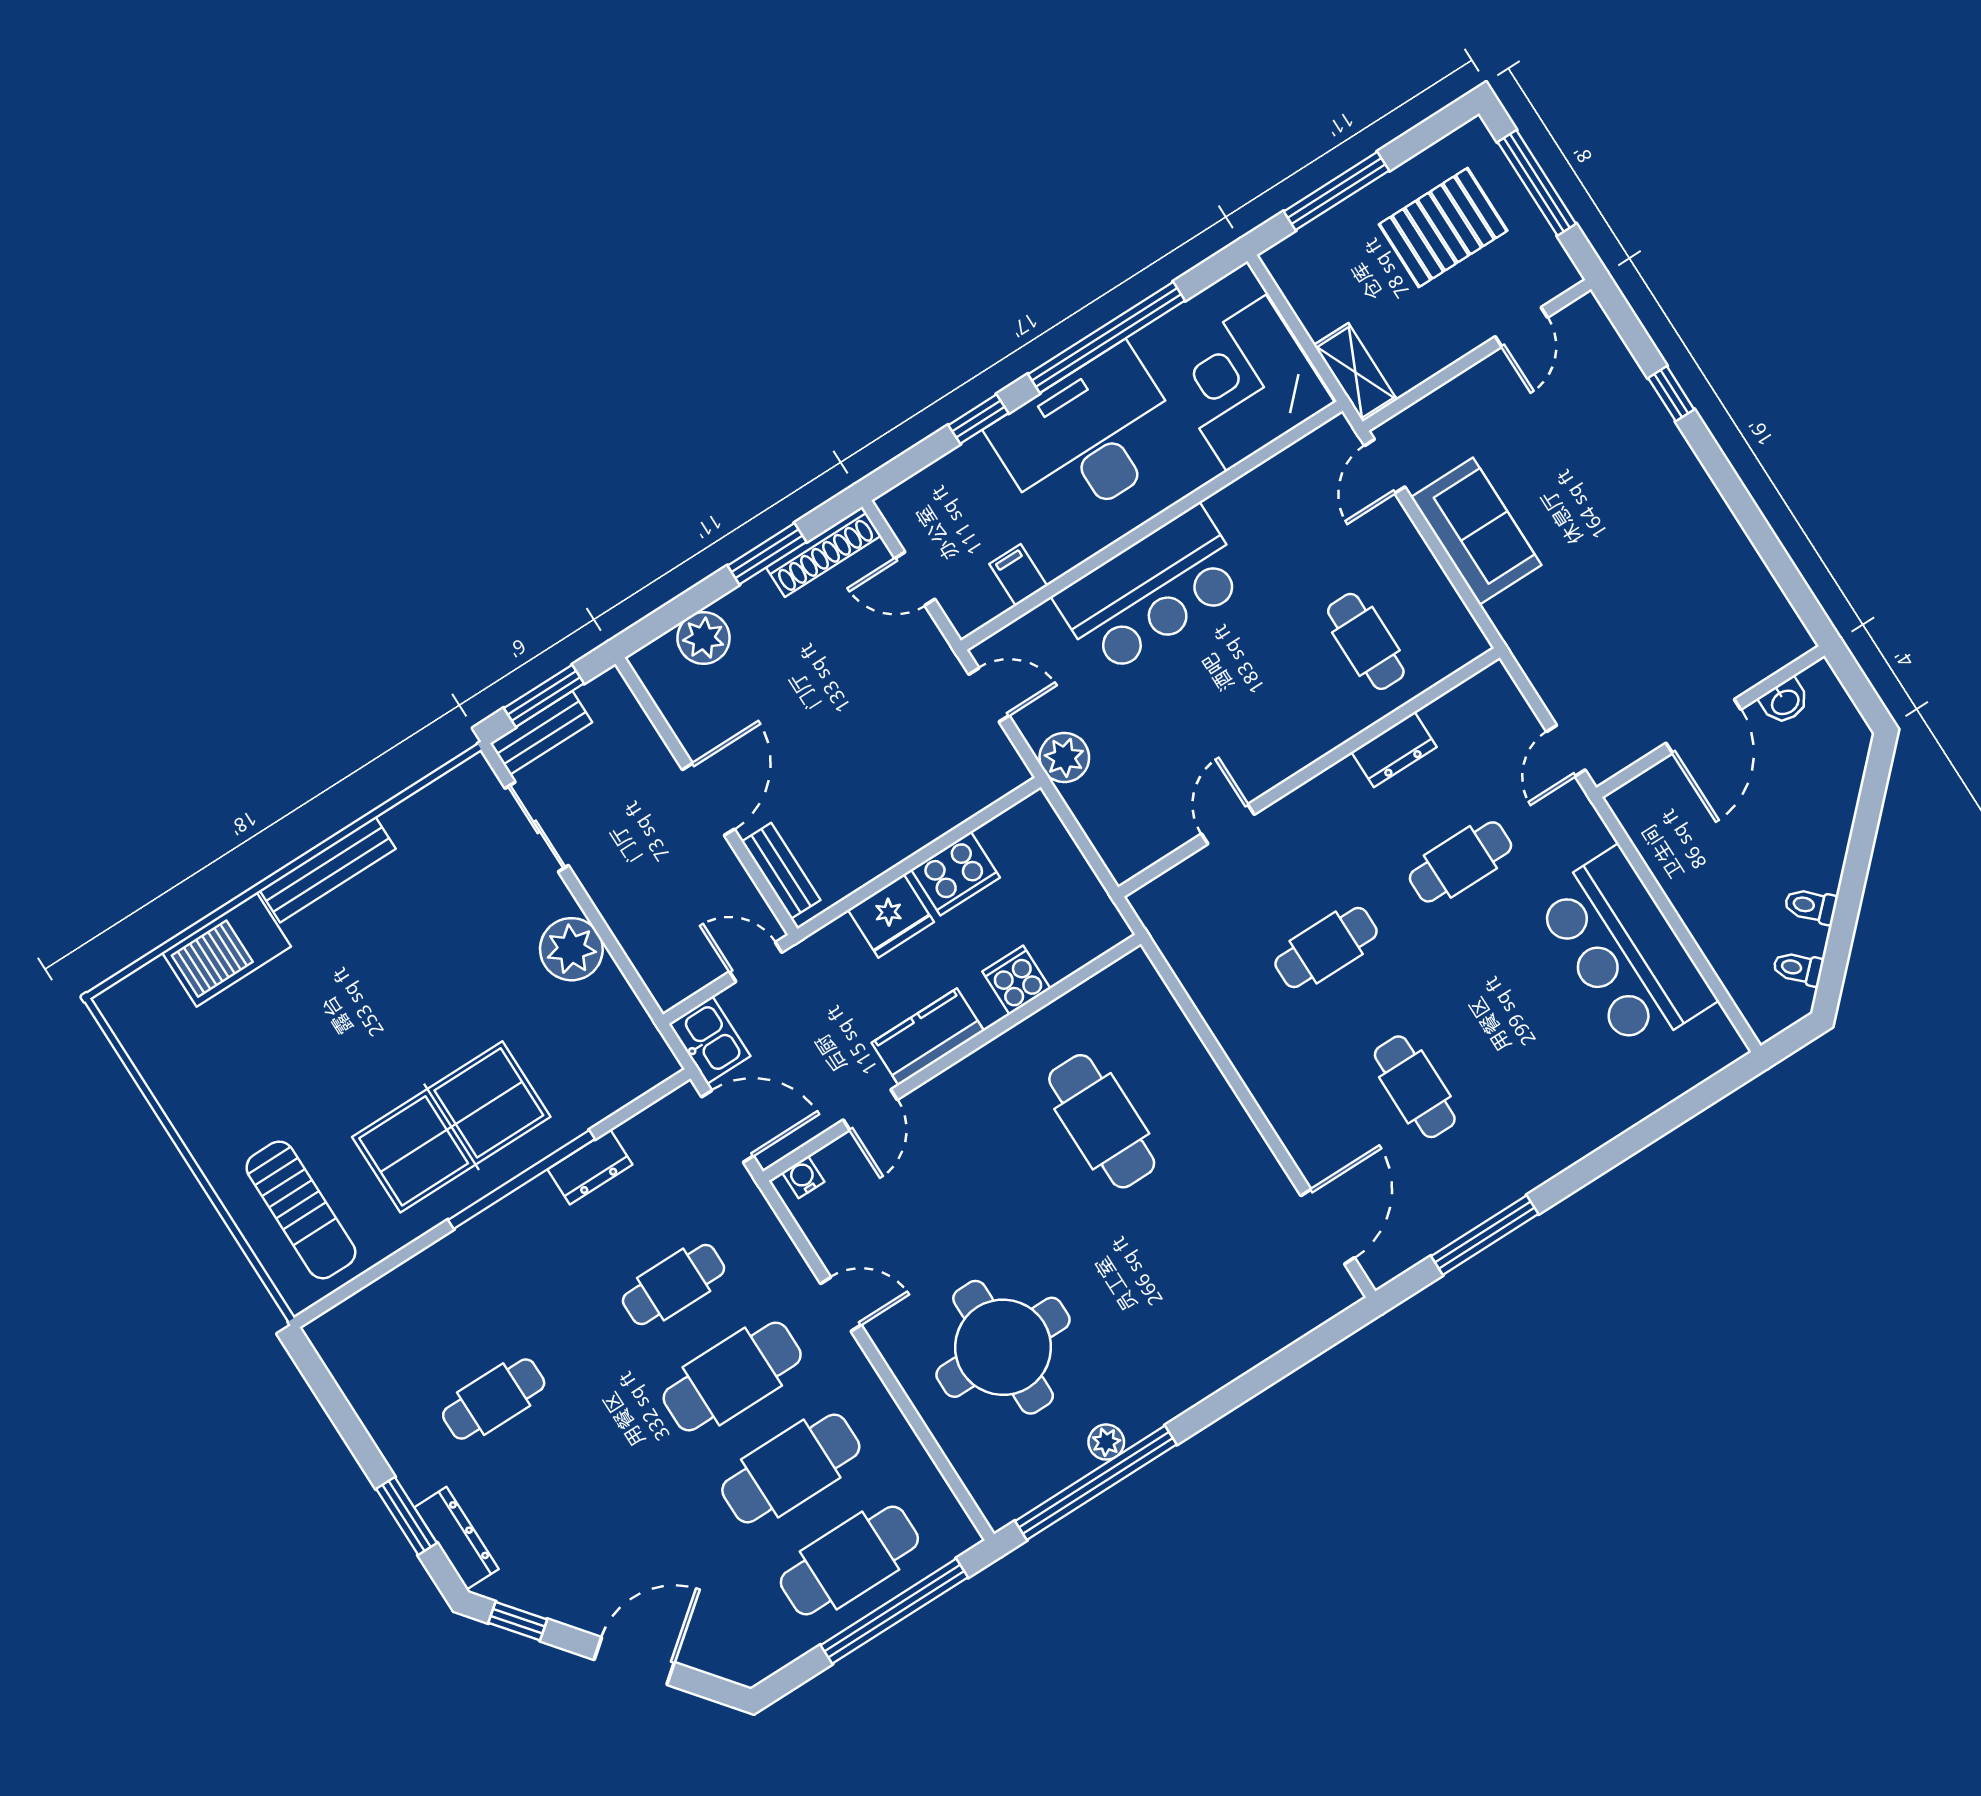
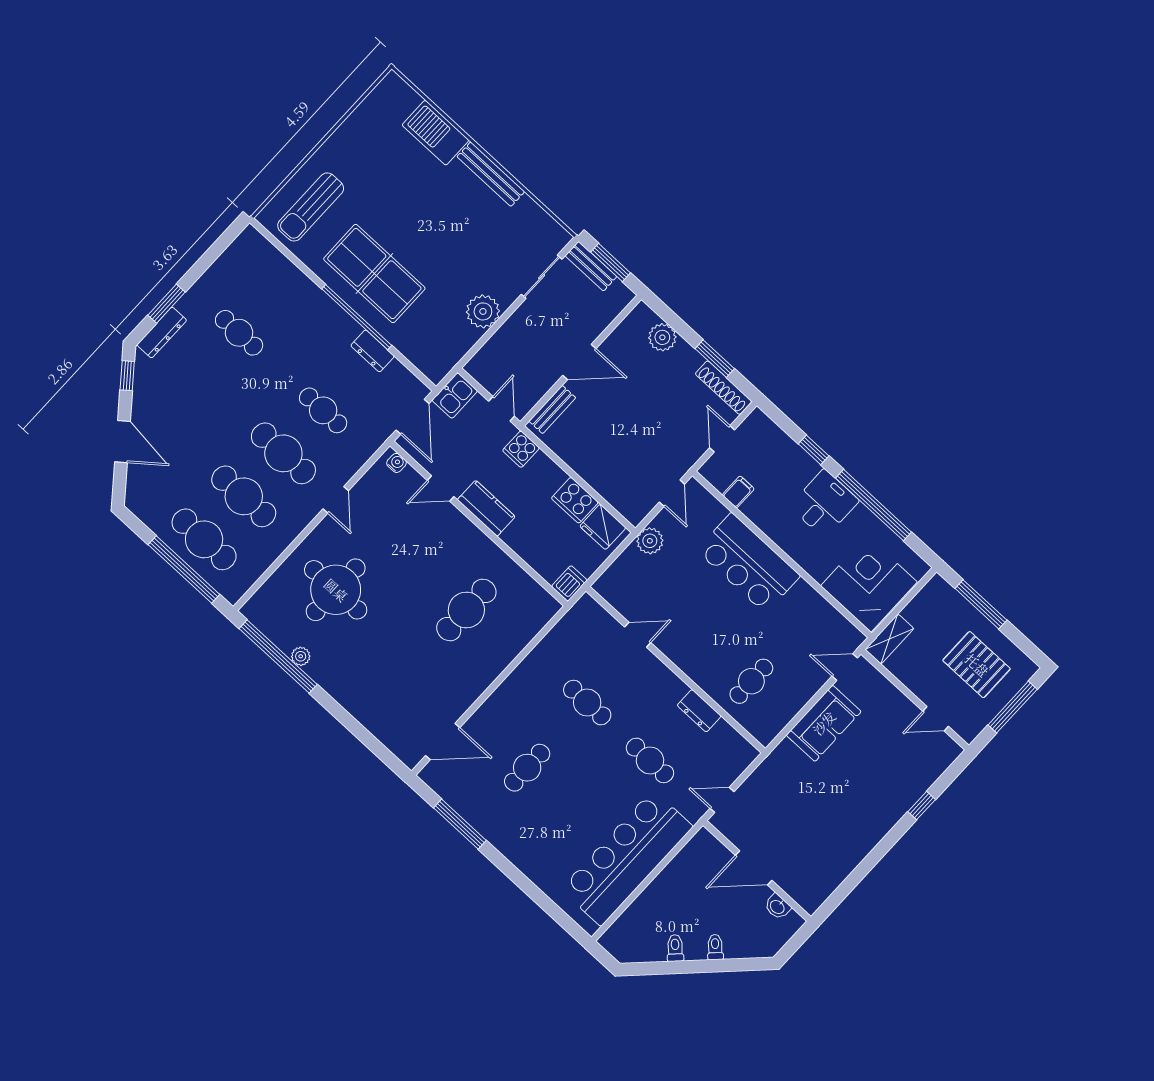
desk: (1088, 438) -> (824, 504), width x0.53, depth x0.77
fridge: (891, 916) -> (603, 527), moved
dishwasher: (1103, 923) -> (569, 583), added
bar counter: (1625, 950) -> (627, 858), width x1.36
toilet: (1798, 968) -> (715, 947), moved
cooker: (1016, 980) -> (521, 449), moved, turned 180

